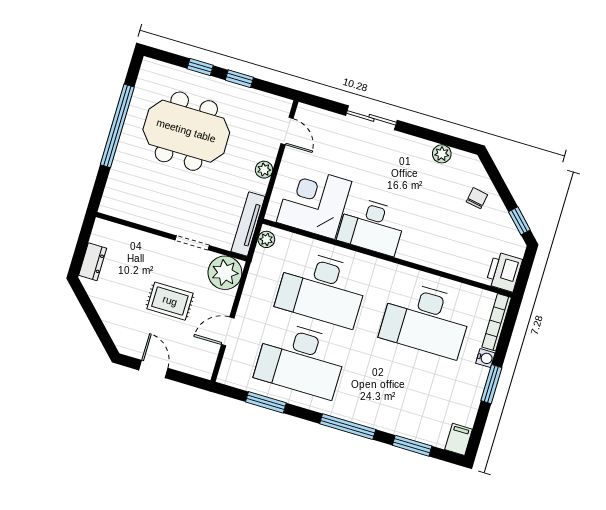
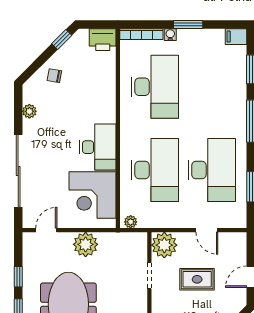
sliding door: (371, 118) -> (18, 171), width x1.86
plant: (264, 170) -> (86, 244), width x1.87, depth x1.87
tv unit: (248, 224) -> (123, 239), removed
rug: (170, 301) -> (197, 279), turned 90

